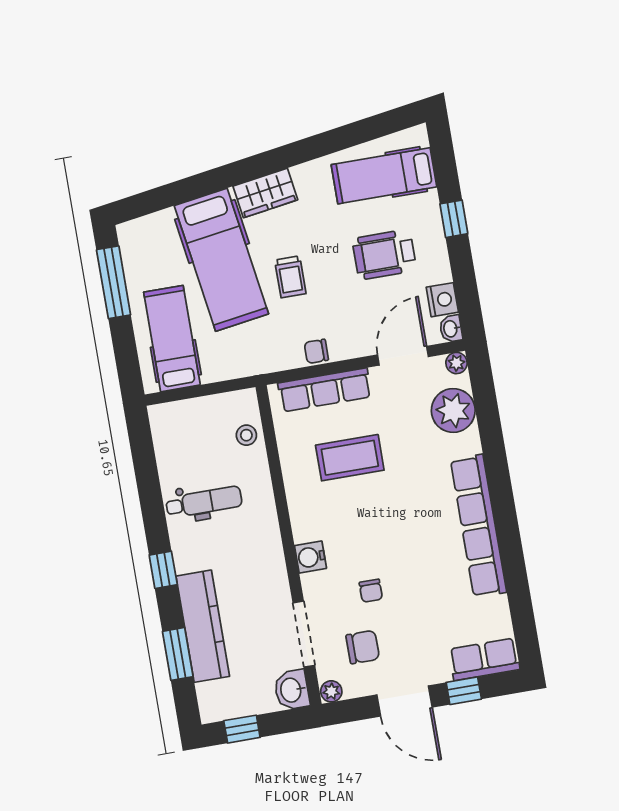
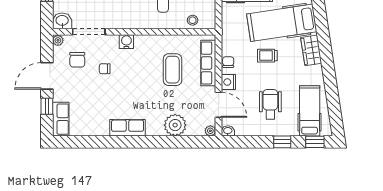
window: (443, 155) -> (315, 142), added
nightstand: (442, 300) -> (228, 82), moved, turned 90
plant: (453, 410) -> (175, 125), moved
row of seats: (479, 526) -> (128, 128), width x0.50

